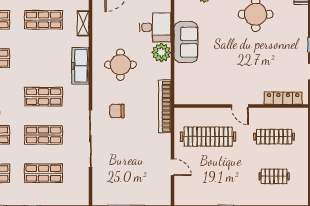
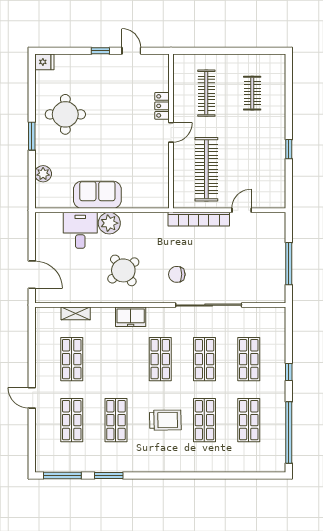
round table: (120, 65) -> (123, 270), turned -37
freezer: (80, 66) -> (131, 317), width x0.71
locker: (283, 98) -> (162, 106), moved, width x0.66
bookcase: (165, 106) -> (199, 219), moved
chair: (117, 111) -> (177, 274), turned 90

